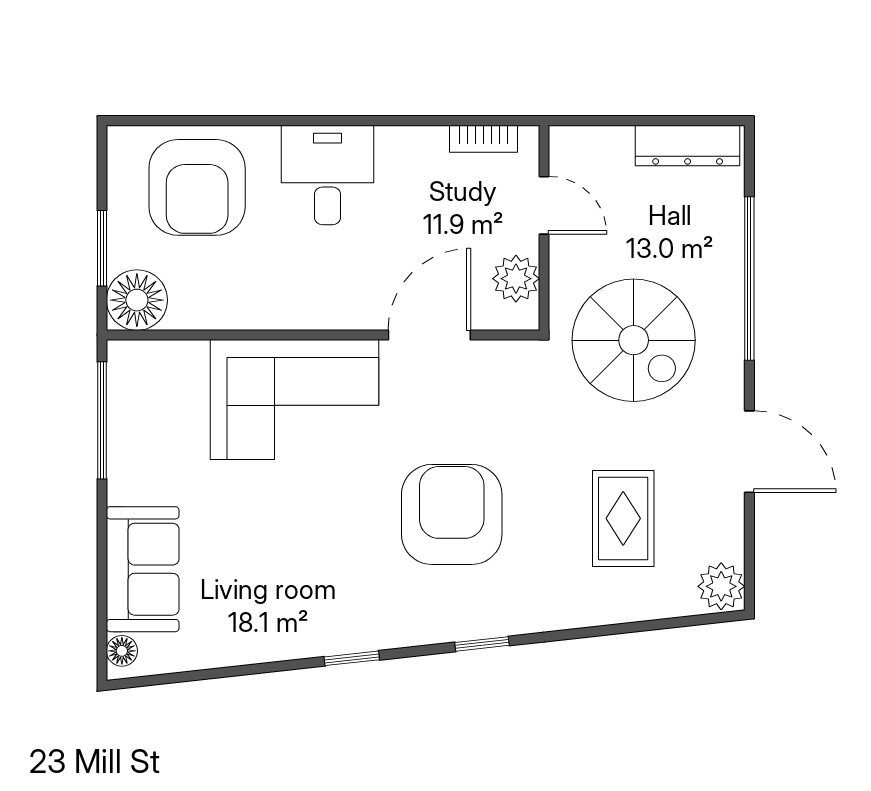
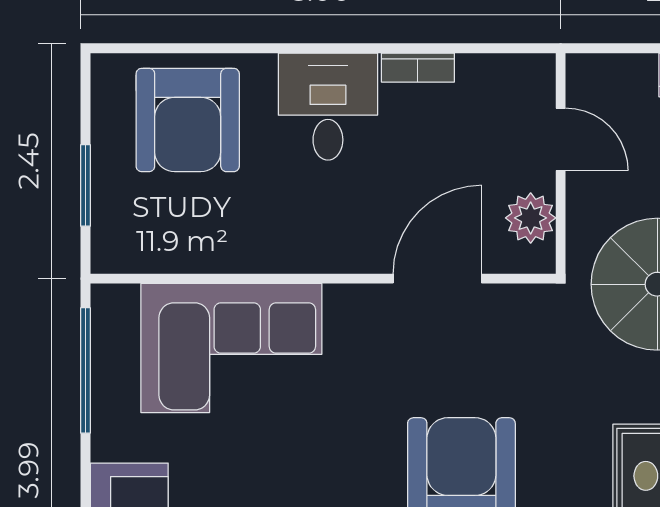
bookcase: (483, 139) -> (418, 68), moved
floor lamp: (137, 300) -> (123, 241), removed
corner sofa: (295, 399) -> (231, 348), moved

